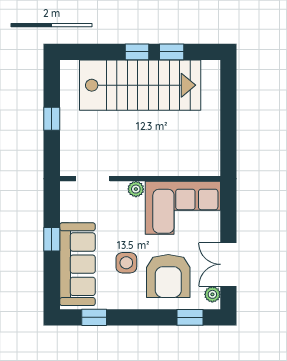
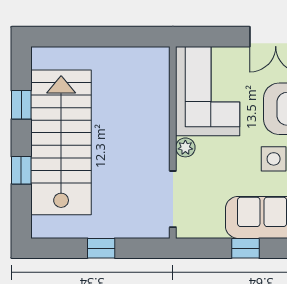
window: (137, 52) -> (21, 170), moved
doorway: (93, 179) -> (173, 199), width x1.38

